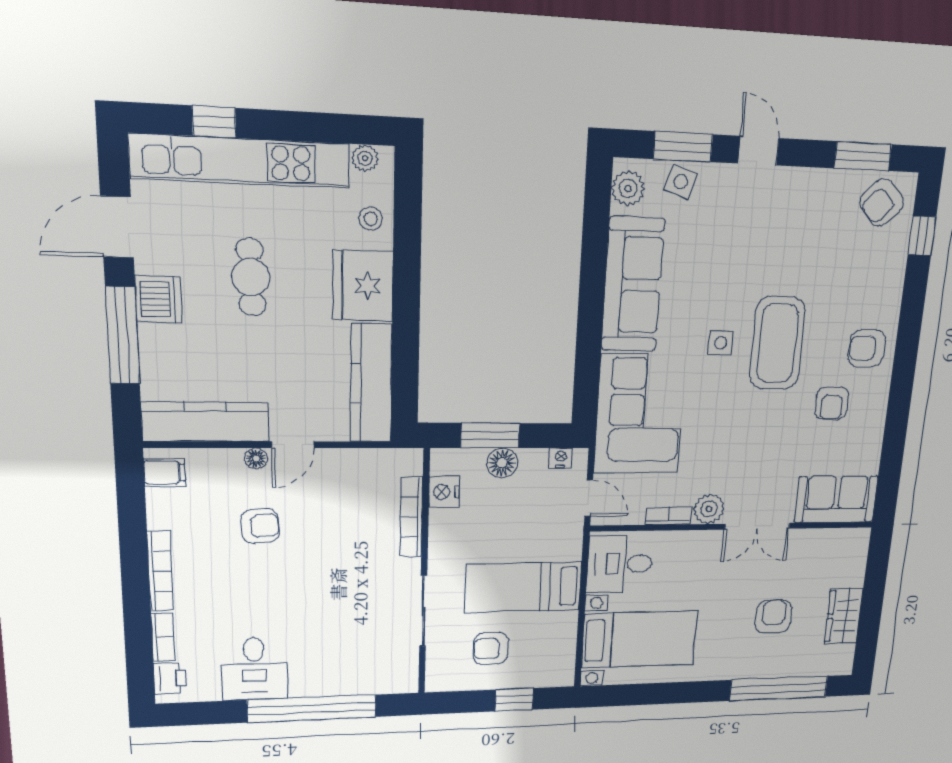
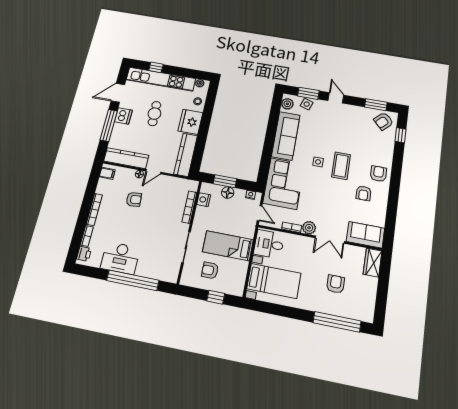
coffee table: (777, 343) -> (341, 166), width x0.73, depth x0.76
armchair: (867, 348) -> (378, 174), turned 90
wardrobe: (844, 616) -> (373, 263), moved
desk: (254, 669) -> (120, 258), width x1.37

